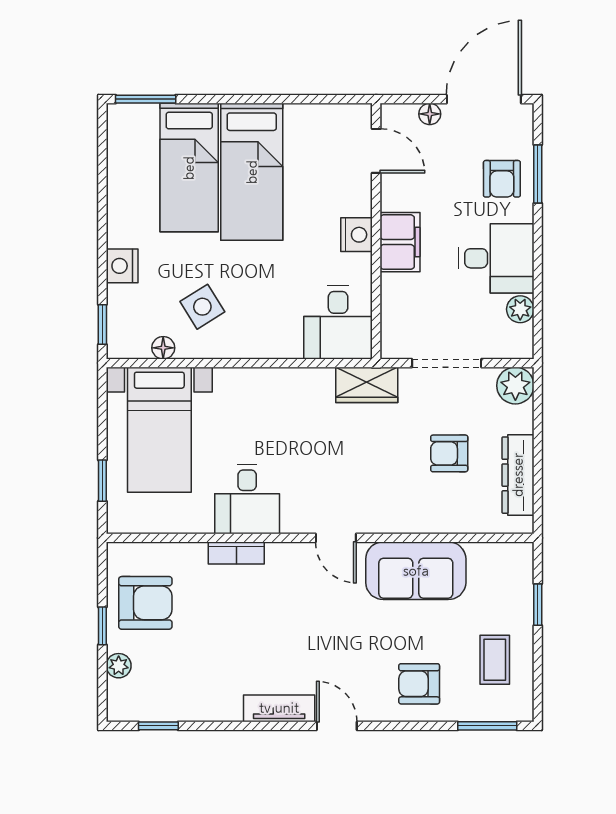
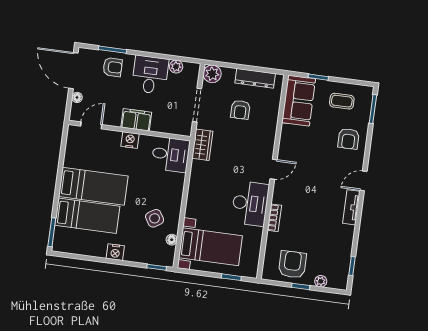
nightstand: (122, 266) -> (115, 252), moved
desk: (247, 499) -> (250, 203), width x1.37
sofa: (416, 571) -> (299, 101), moved

